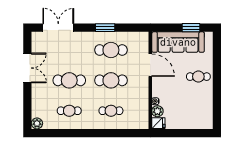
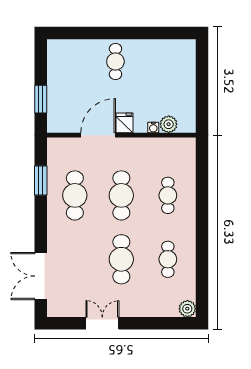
window: (105, 28) -> (41, 180), moved
window: (191, 28) -> (41, 99), moved
sofa: (178, 42) -> (63, 93), removed
double door: (27, 68) -> (102, 323), width x0.73
fridge: (158, 123) -> (125, 123), moved

